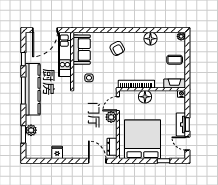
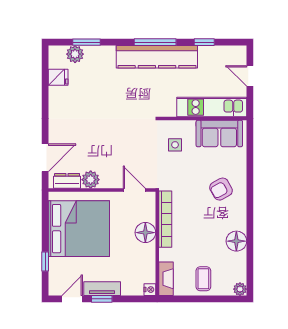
door: (45, 30) -> (250, 76), width x0.53
plant: (111, 117) -> (91, 180), moved
plant: (31, 130) -> (75, 54), moved
fridge: (57, 152) -> (58, 77), moved

